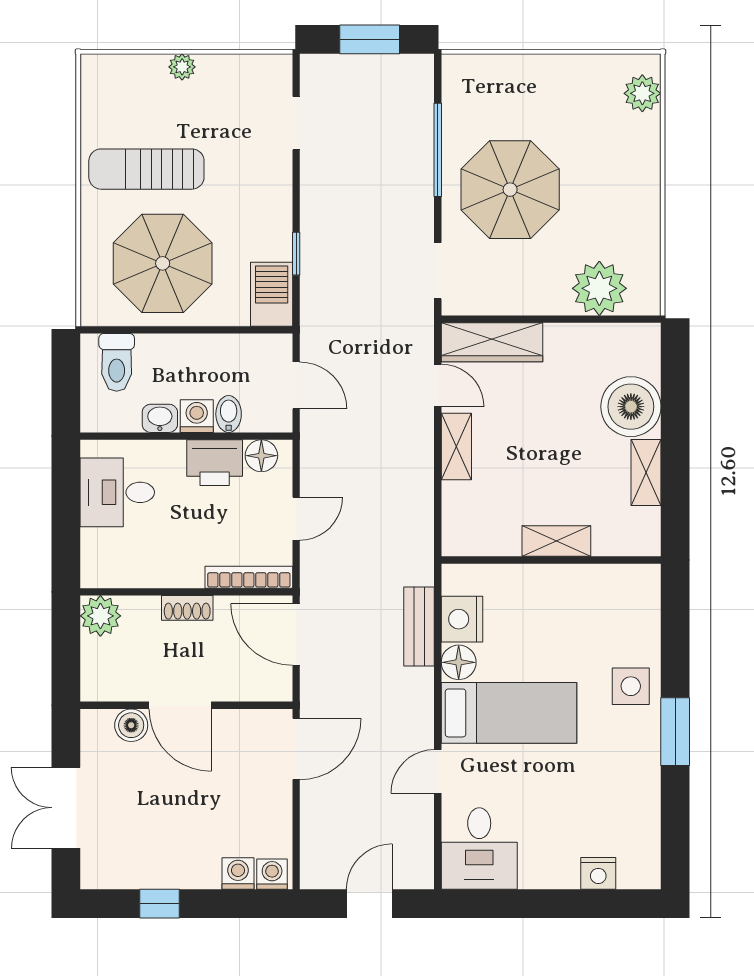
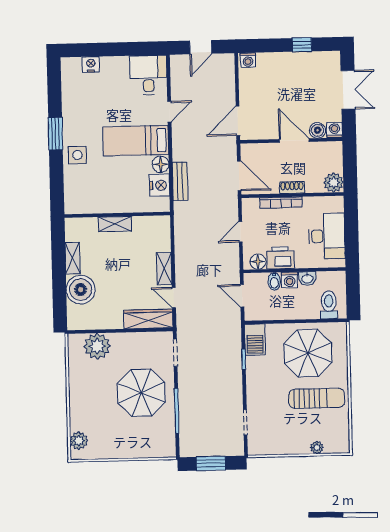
plant: (182, 67) -> (317, 448), moved
desk: (117, 492) -> (327, 236), width x1.37
bookcase: (249, 577) -> (281, 202), moved
washing machine: (238, 874) -> (334, 130), moved, turned 180

